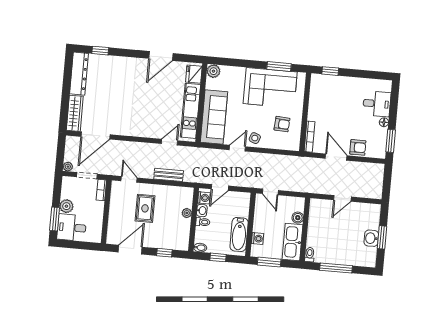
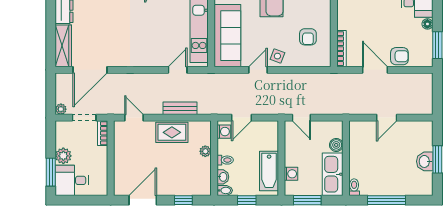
armchair: (282, 124) -> (308, 37), turned 86
rug: (145, 208) -> (172, 132), moved, turned 90
washbasin: (202, 211) -> (223, 177), moved

